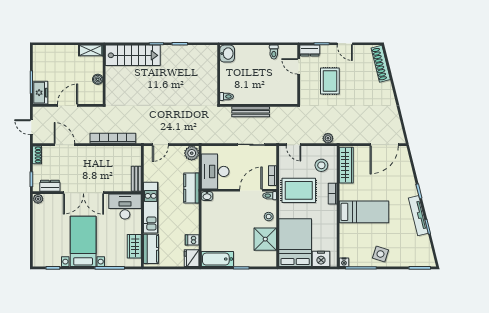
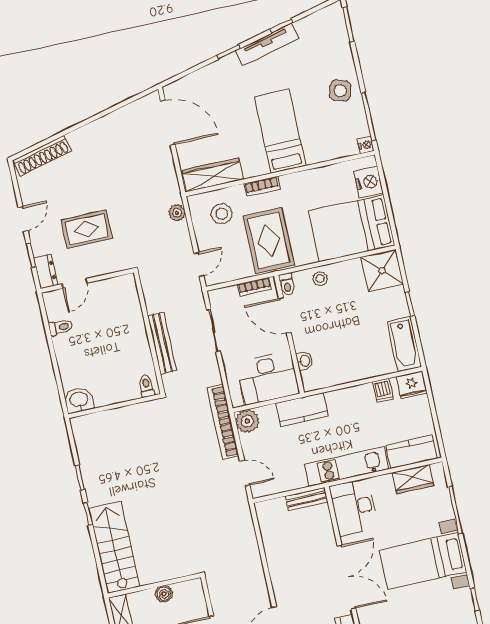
bookcase: (113, 138) -> (223, 422), moved
washbasin: (207, 196) -> (304, 361), moved
shower: (265, 239) -> (382, 271), moved

